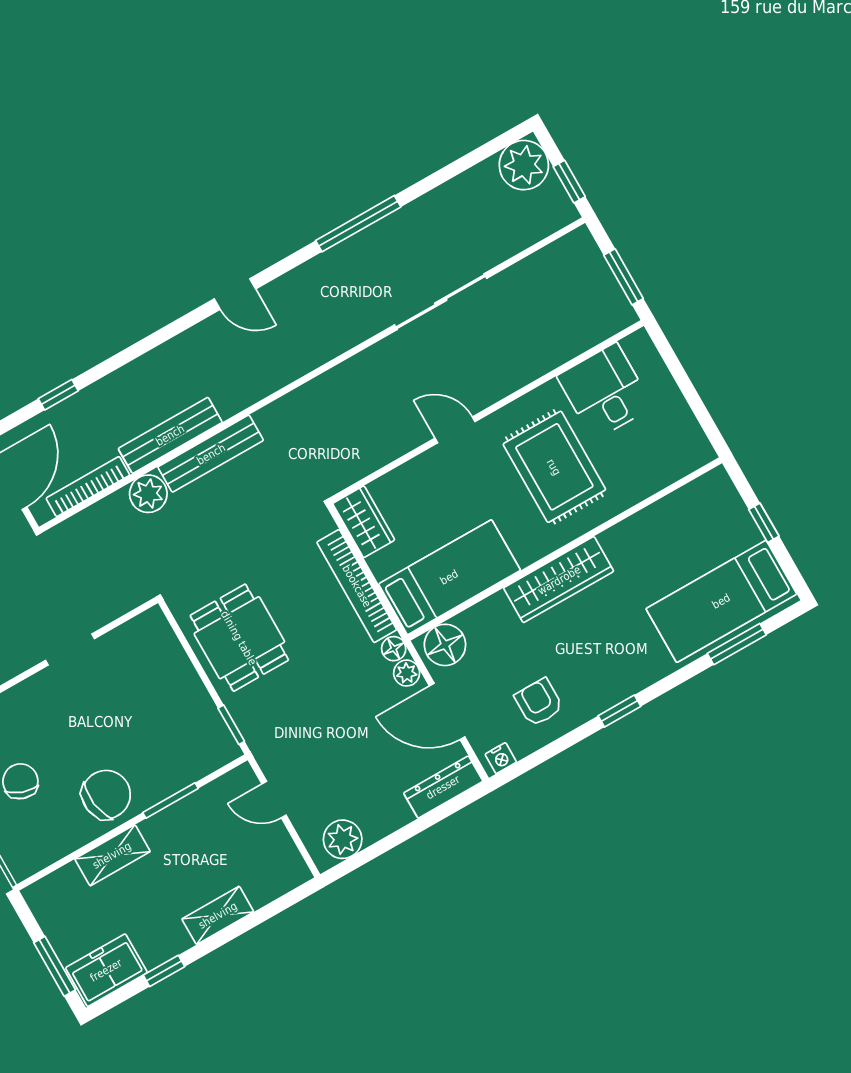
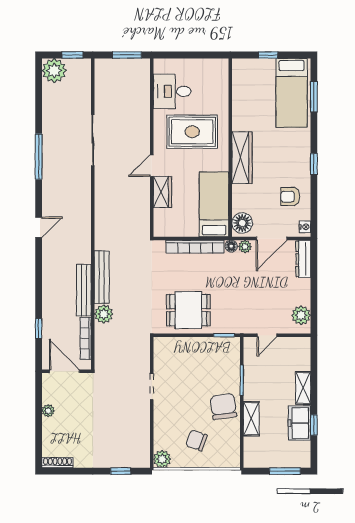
wardrobe: (364, 522) -> (162, 192), moved, turned 90
freezer: (106, 970) -> (299, 423), moved

